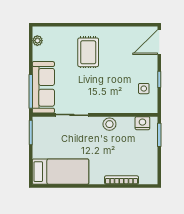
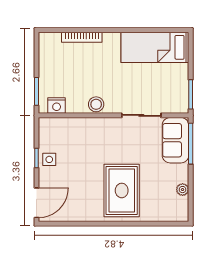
plant: (37, 41) -> (183, 190), moved
rug: (88, 52) -> (122, 190), width x1.36, depth x1.43
sofa: (43, 87) -> (176, 140), width x0.73
side table: (144, 89) -> (49, 159), moved

